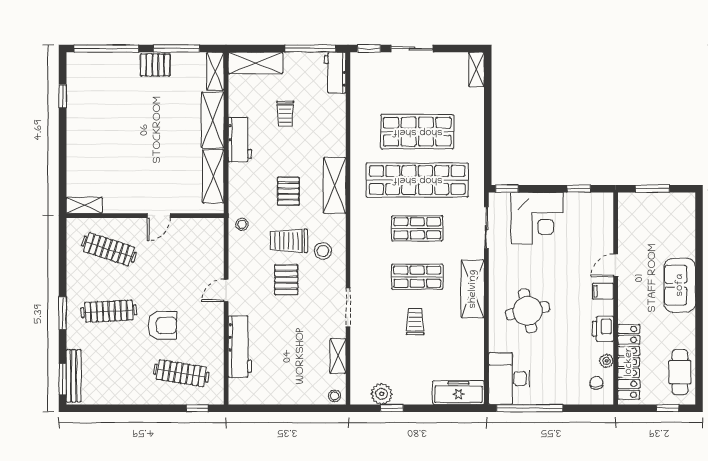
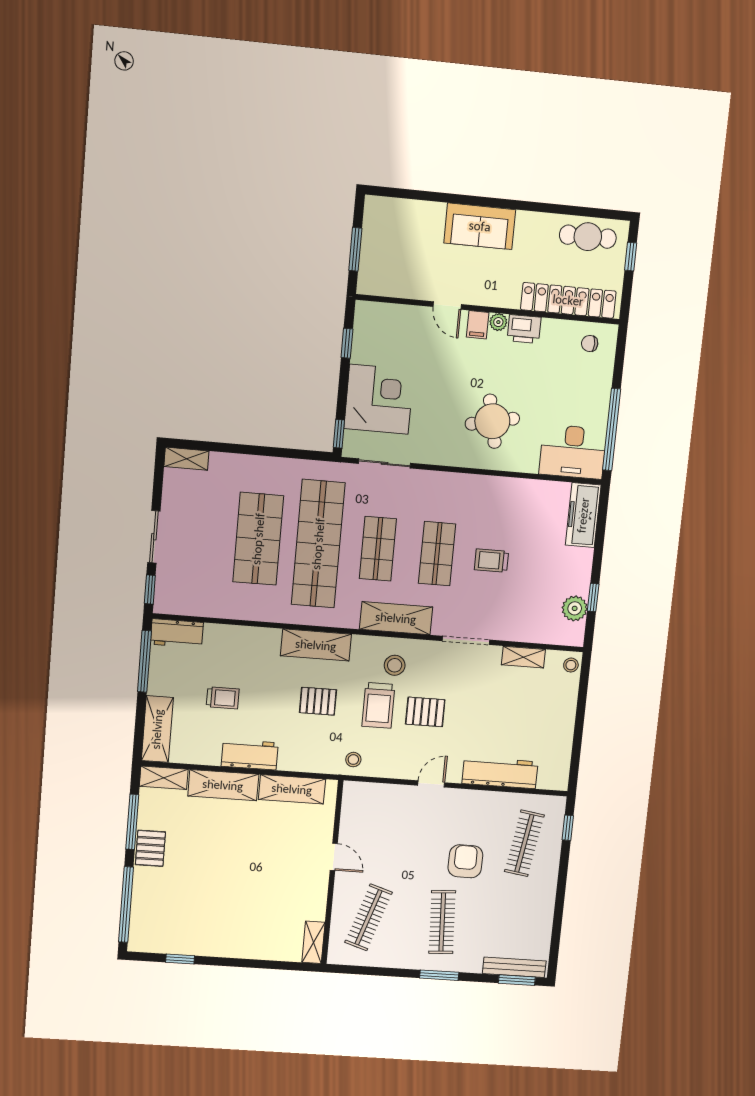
shelving: (473, 289) -> (396, 618), moved
door: (226, 290) -> (431, 784), swing flipped
plant: (606, 361) -> (498, 322), moved

